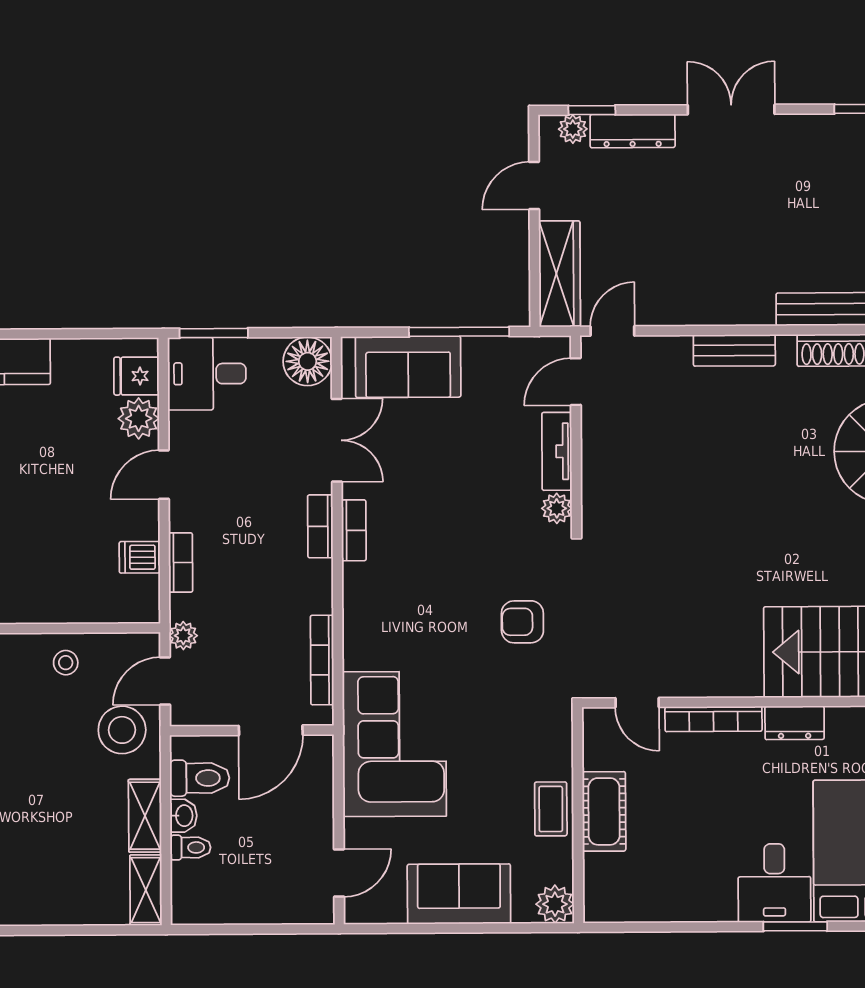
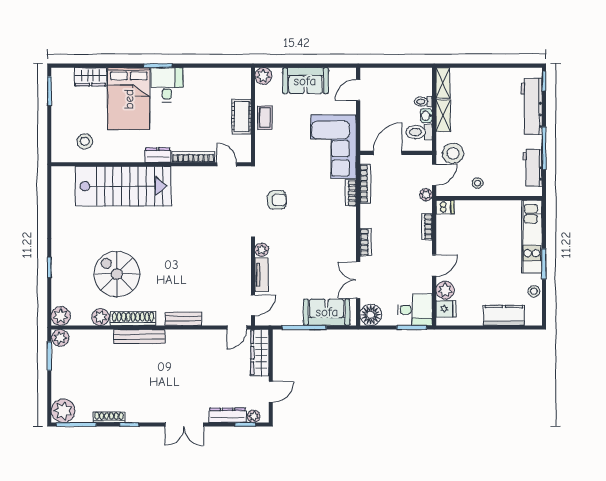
bookcase: (354, 530) -> (351, 193), moved
dishwasher: (140, 557) -> (445, 207), moved

